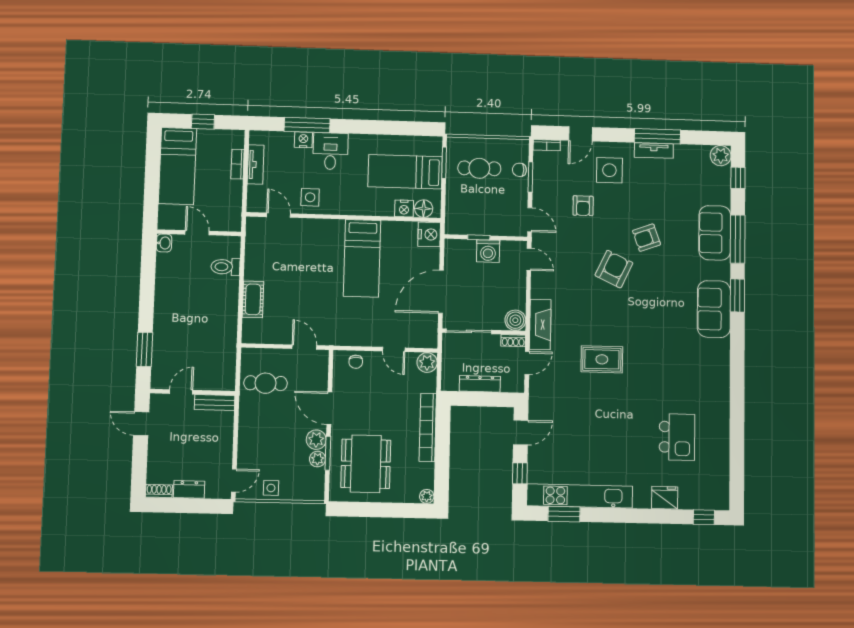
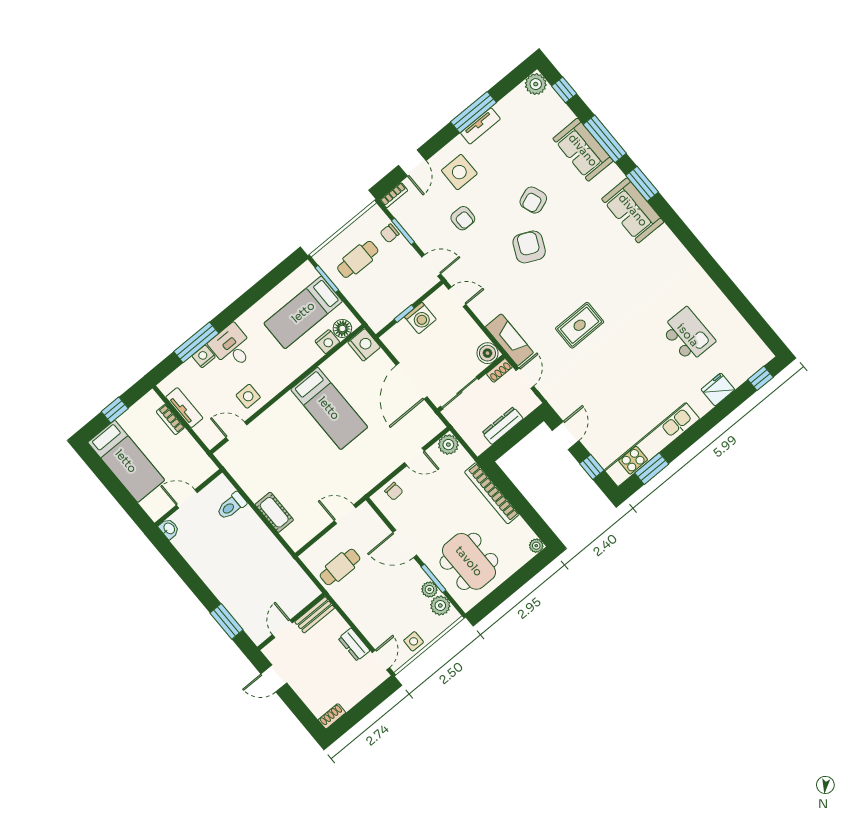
plant: (316, 440) -> (440, 606), moved
dresser: (189, 489) -> (354, 644), moved, turned -90

